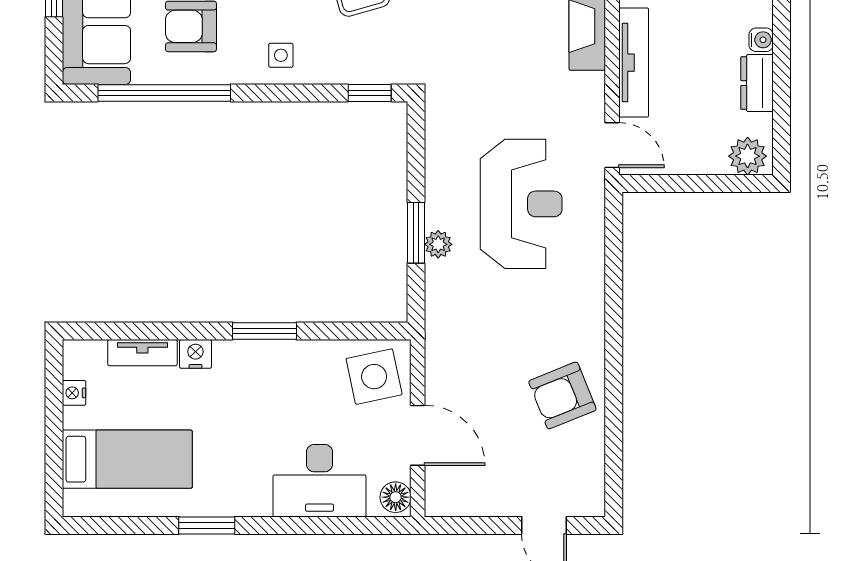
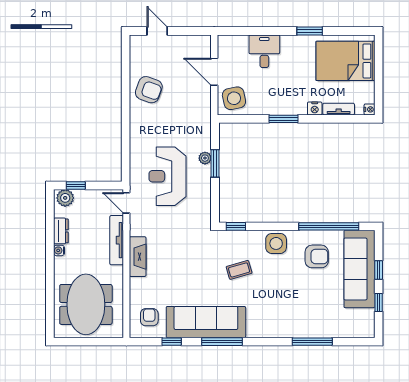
side table: (281, 55) -> (276, 243), width x1.87, depth x1.87
window: (724, 183) -> (76, 186), added
nightstand: (74, 393) -> (370, 109), moved
armchair: (562, 395) -> (149, 90), turned 42
bed: (127, 459) -> (346, 61), width x1.50
desk: (319, 481) -> (264, 51), width x0.73
floor lamp: (396, 497) -> (224, 44), removed

